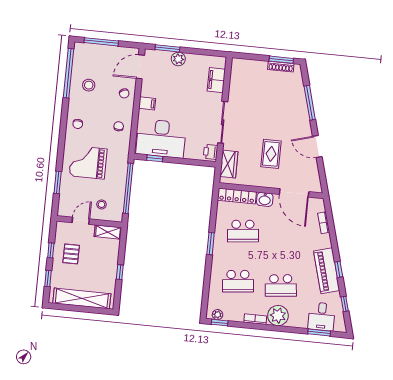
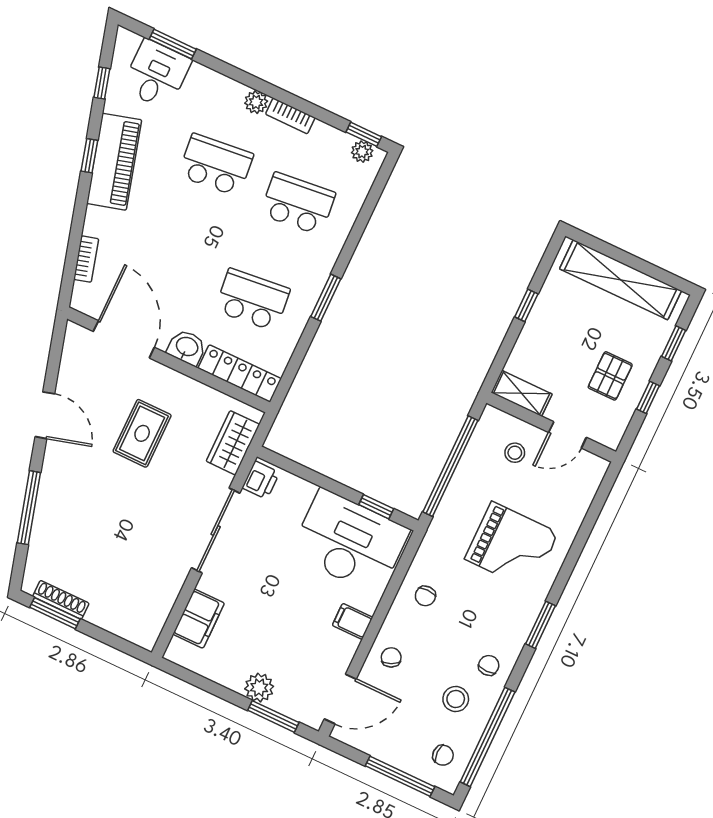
chair: (85, 58) -> (443, 755), added
chair: (78, 124) -> (489, 665), moved
window: (58, 182) -> (541, 625), moved
plant: (278, 316) -> (256, 102), width x0.53, depth x0.53

